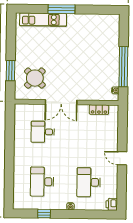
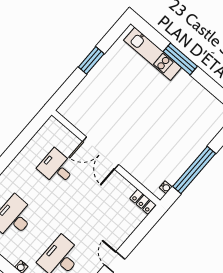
window: (11, 71) -> (91, 60), moved
round table: (35, 78) -> (94, 106), removed
locker: (99, 110) -> (143, 202), moved

